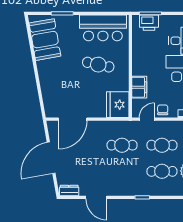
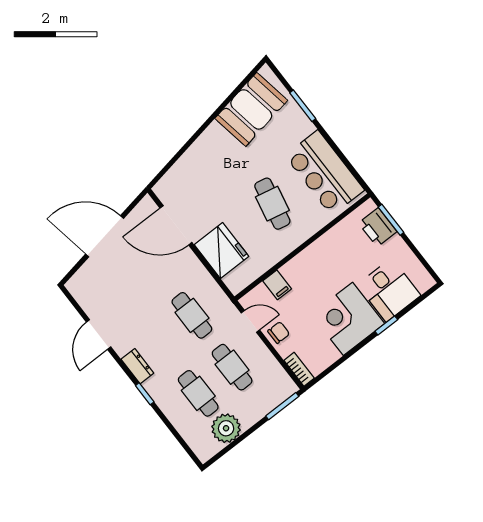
filing cabinet: (139, 87) -> (277, 285), width x0.50
fridge: (118, 105) -> (222, 250), moved, turned 90
dresser: (69, 190) -> (137, 366), moved

